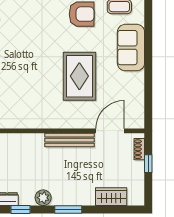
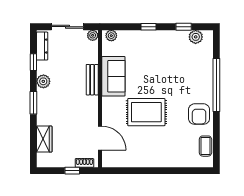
sofa: (131, 48) -> (113, 76), moved, turned 90
bench: (69, 140) -> (92, 80), moved, width x0.73

